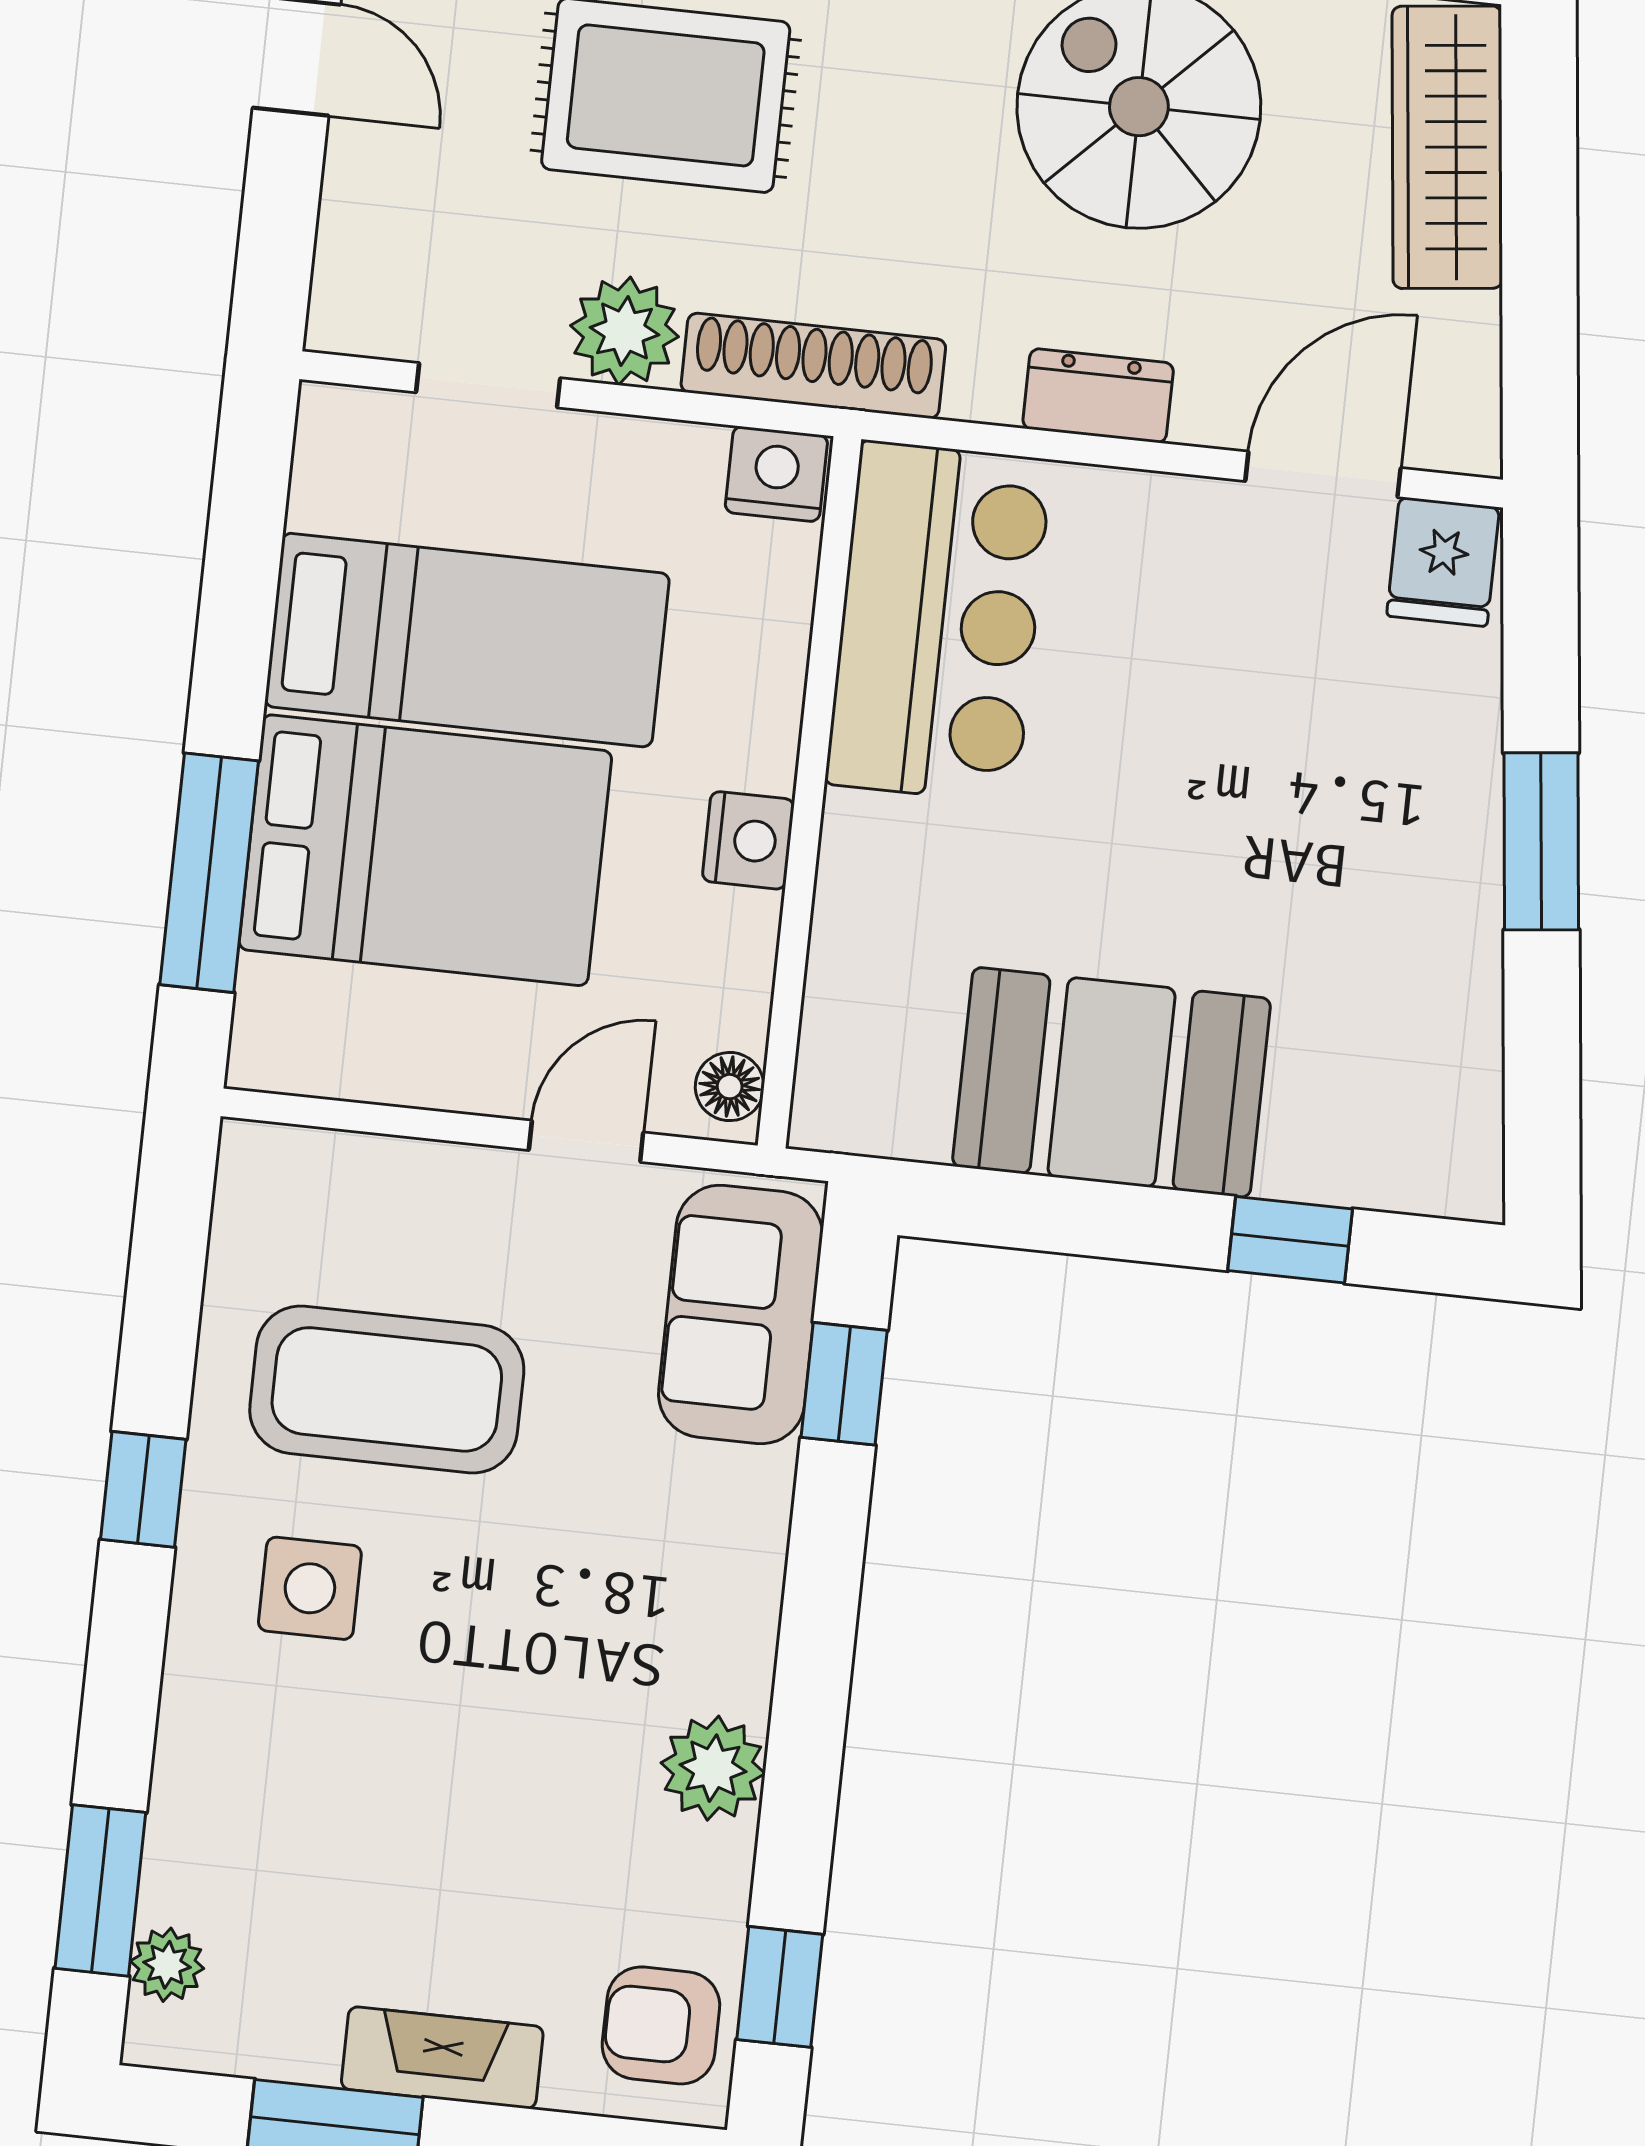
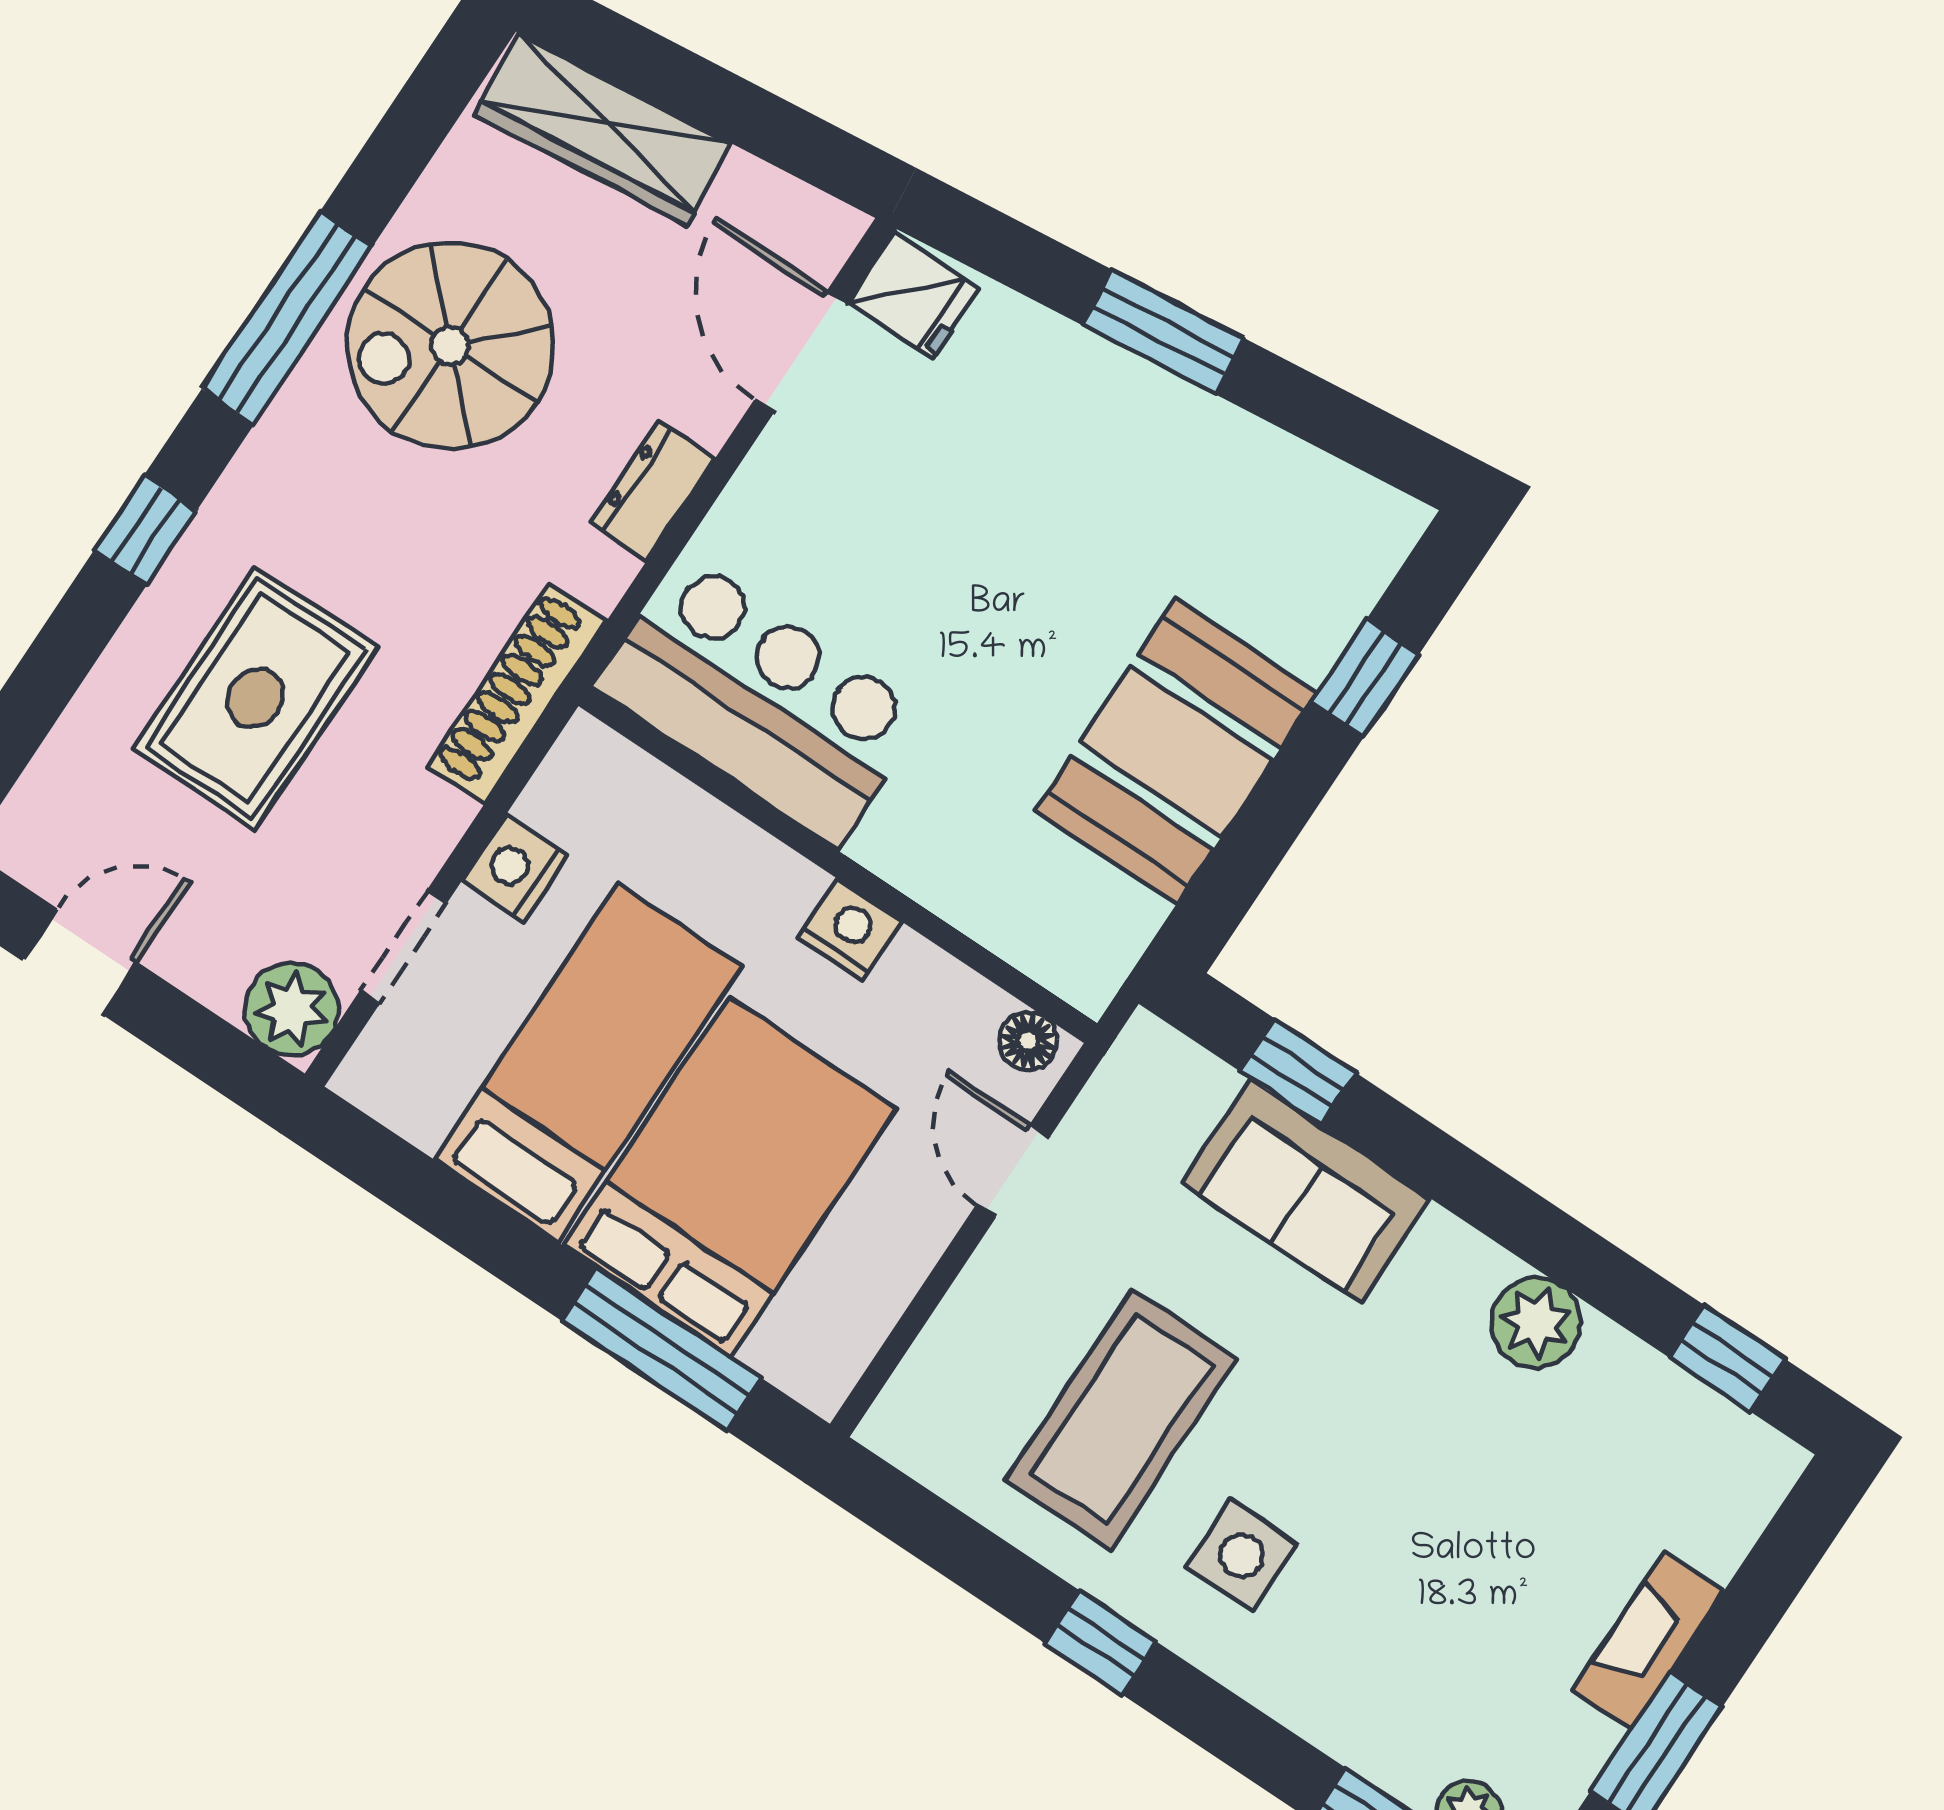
plant: (625, 331) -> (292, 1009), moved
nightstand: (776, 474) -> (514, 869), moved
sofa: (741, 1314) -> (1306, 1190), moved
armchair: (661, 2025) -> (1710, 1463), removed

